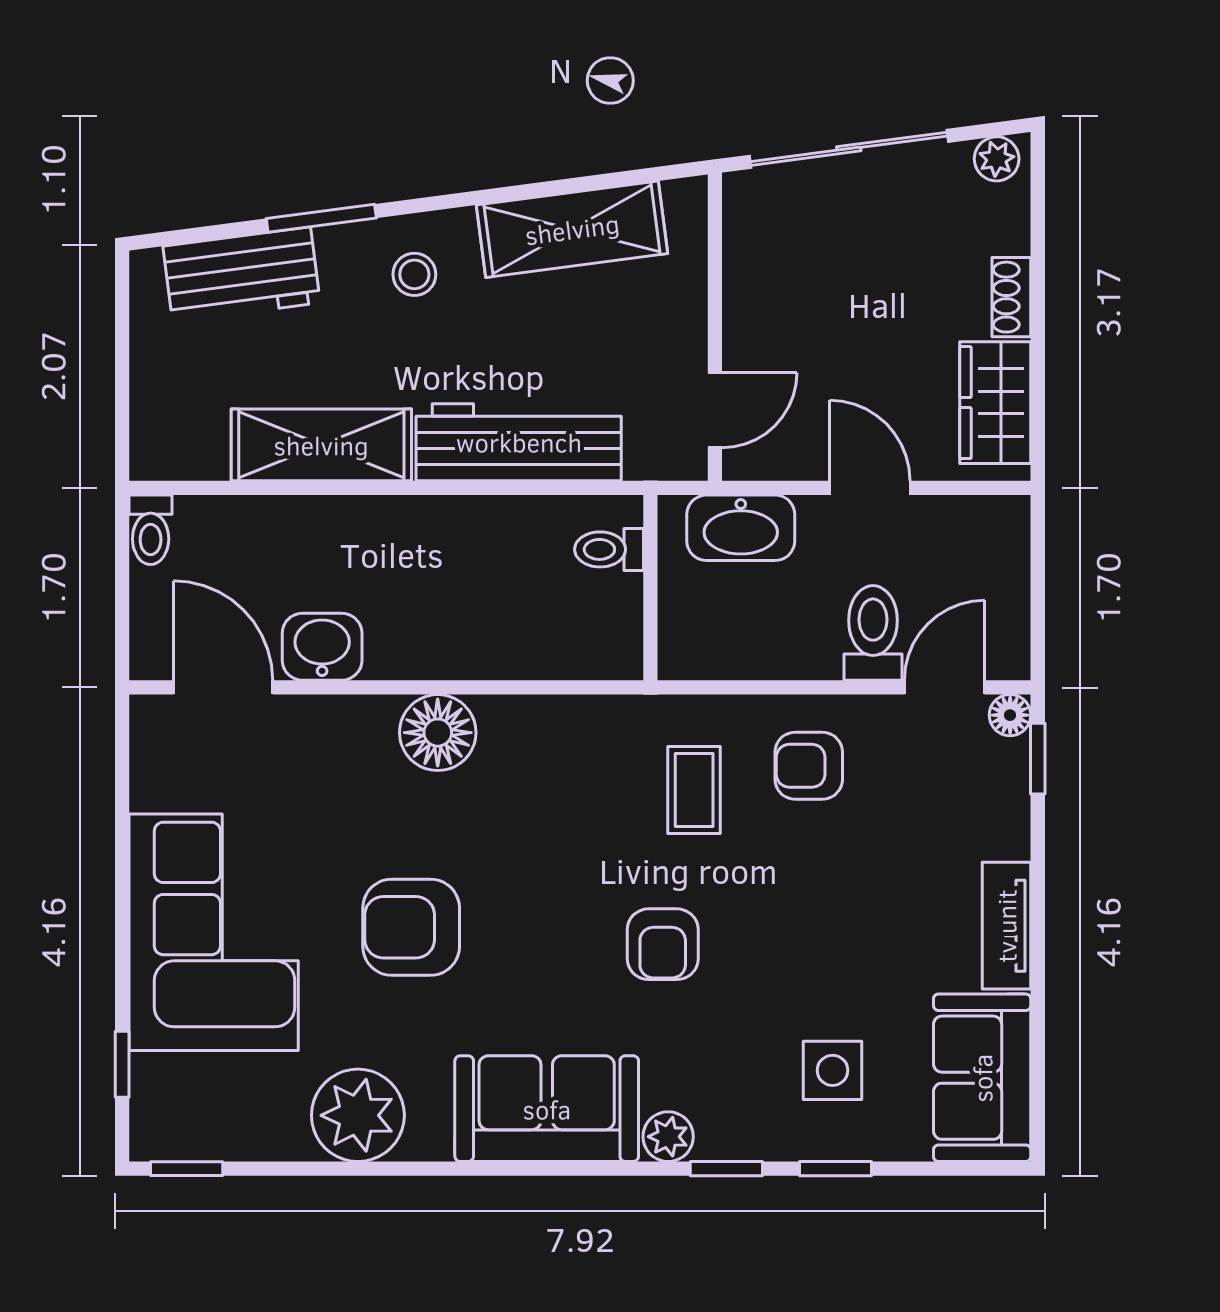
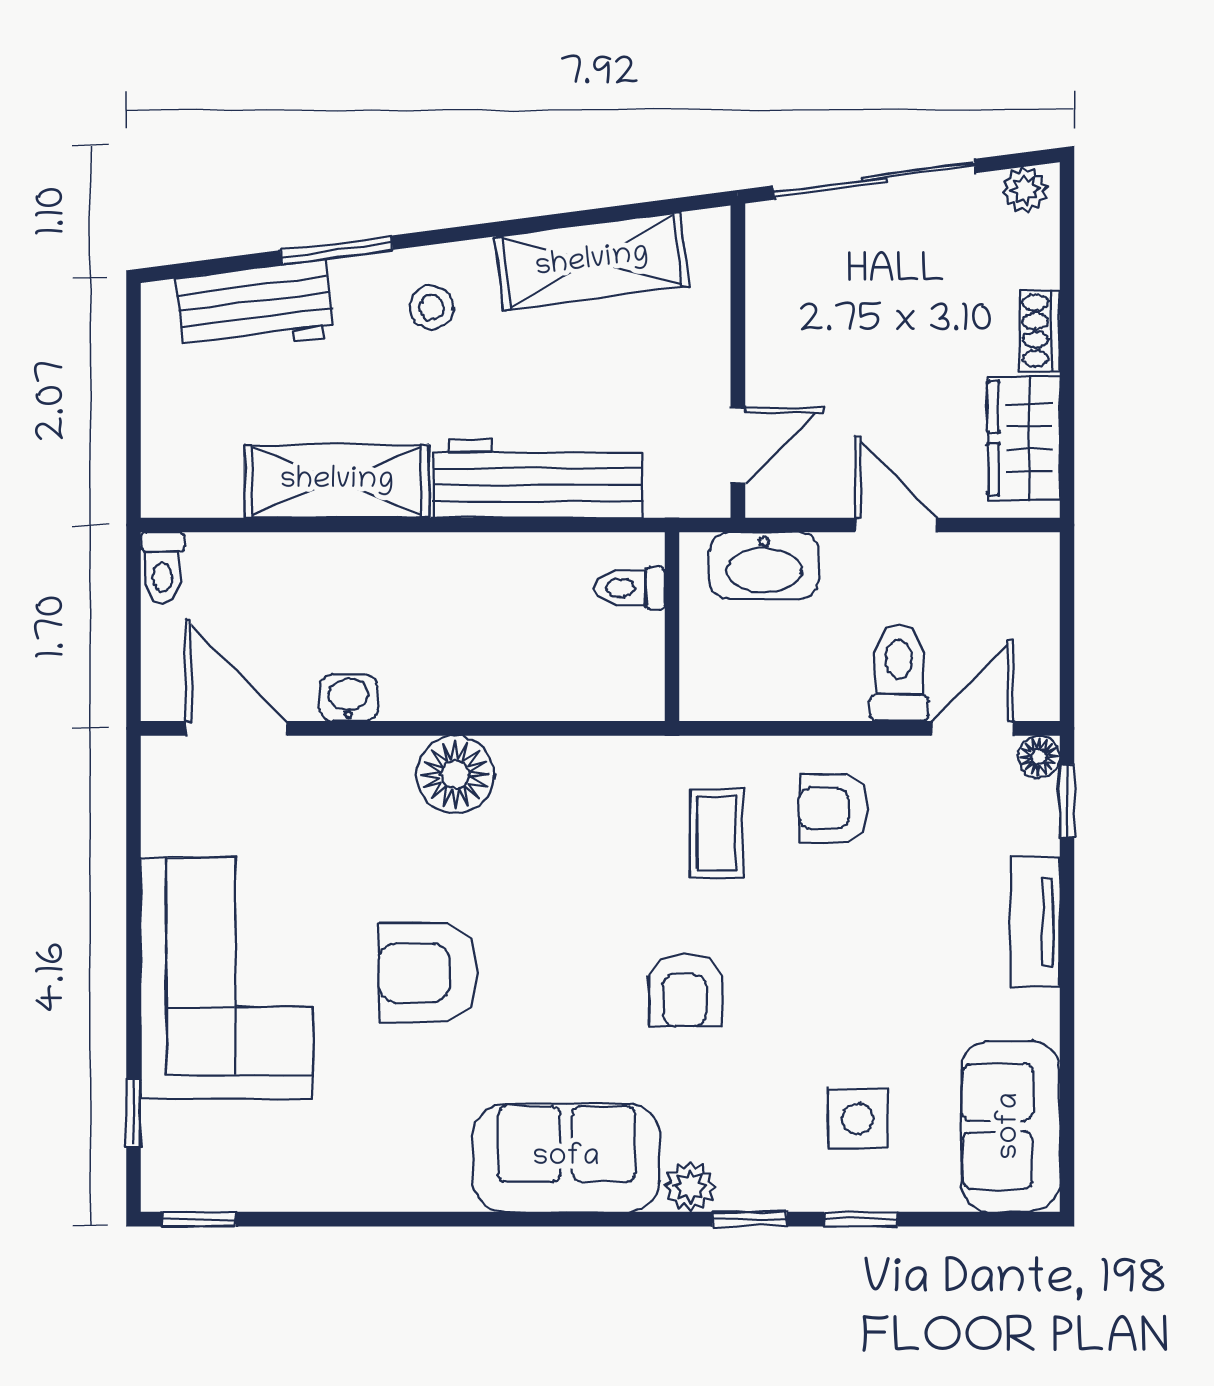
washbasin: (322, 647) -> (349, 698), width x0.72, depth x0.69
tv unit: (1006, 926) -> (1035, 922), moved
plant: (358, 1115) -> (374, 1165), removed

